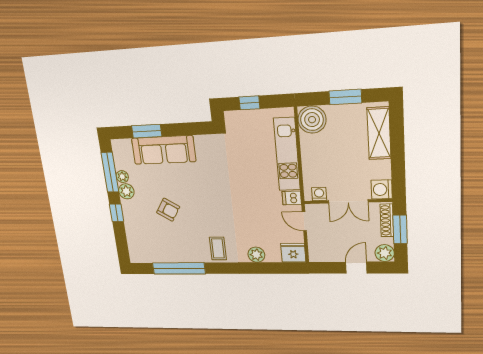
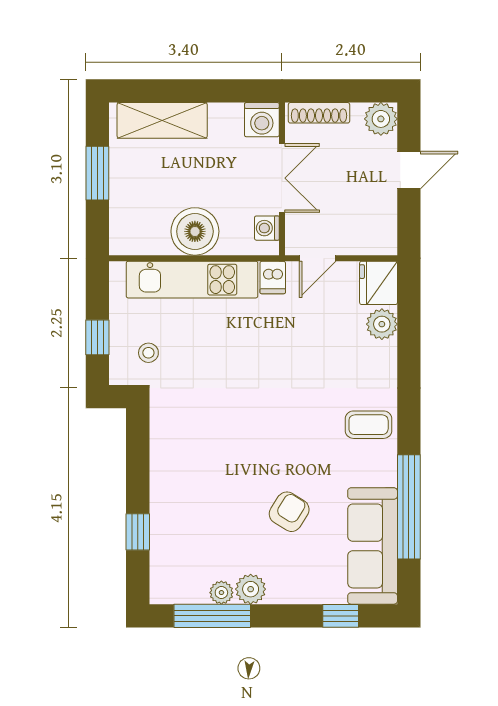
boiler: (312, 120) -> (195, 231), moved
window: (147, 131) -> (138, 532), width x0.67
stool: (244, 132) -> (148, 353), added
sofa: (164, 150) -> (373, 546), moved, turned 180
window: (117, 213) -> (341, 616), moved
window: (400, 229) -> (336, 91), removed
plant: (256, 255) -> (382, 324), moved
door: (356, 268) -> (409, 170), swing flipped

